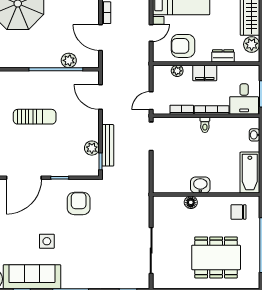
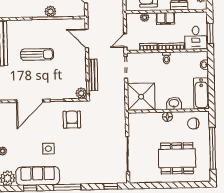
plant: (69, 60) -> (50, 11), moved
plant: (92, 148) -> (81, 93), moved
shower: (170, 175) -> (141, 97), added
washbasin: (200, 185) -> (174, 103), moved
floor lamp: (191, 202) -> (167, 117), moved

